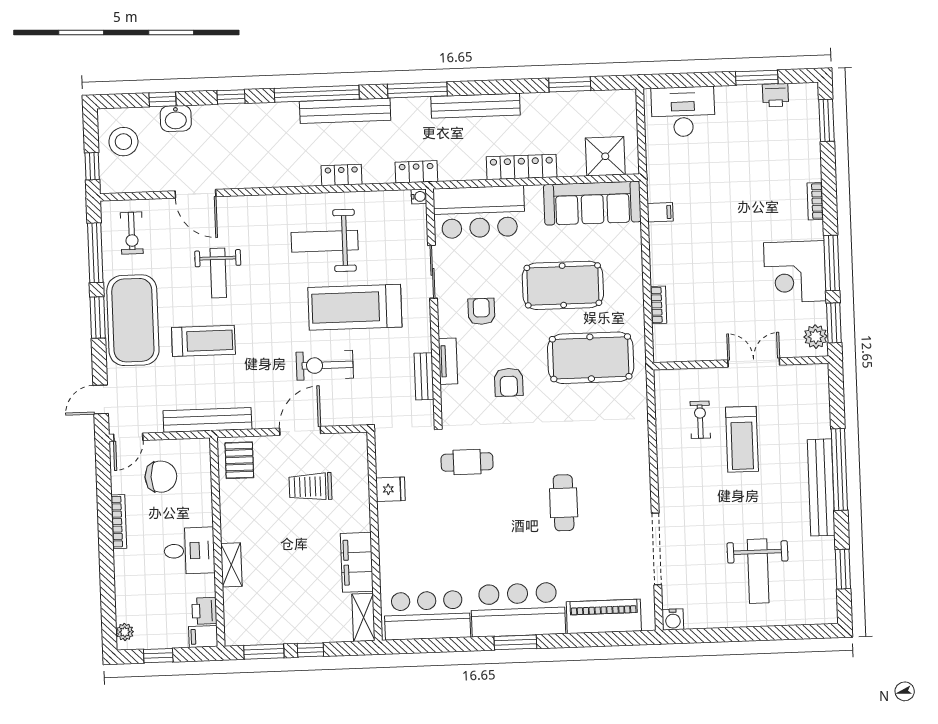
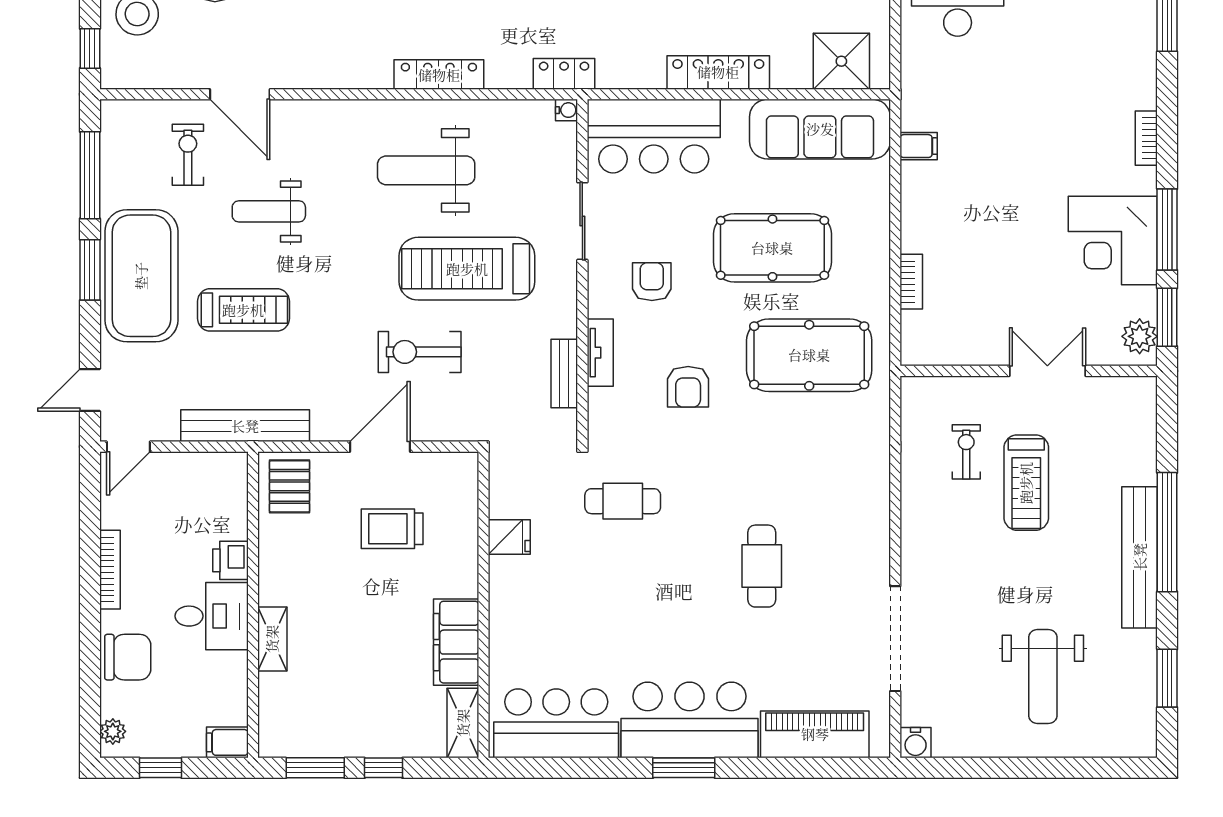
locker: (341, 175) -> (439, 75), width x1.53
exercise bike: (132, 233) -> (188, 155), moved, turned 180
weight bench: (218, 273) -> (269, 211), turned 90
chair: (161, 477) -> (128, 657), moved
printer: (204, 611) -> (230, 560), moved

